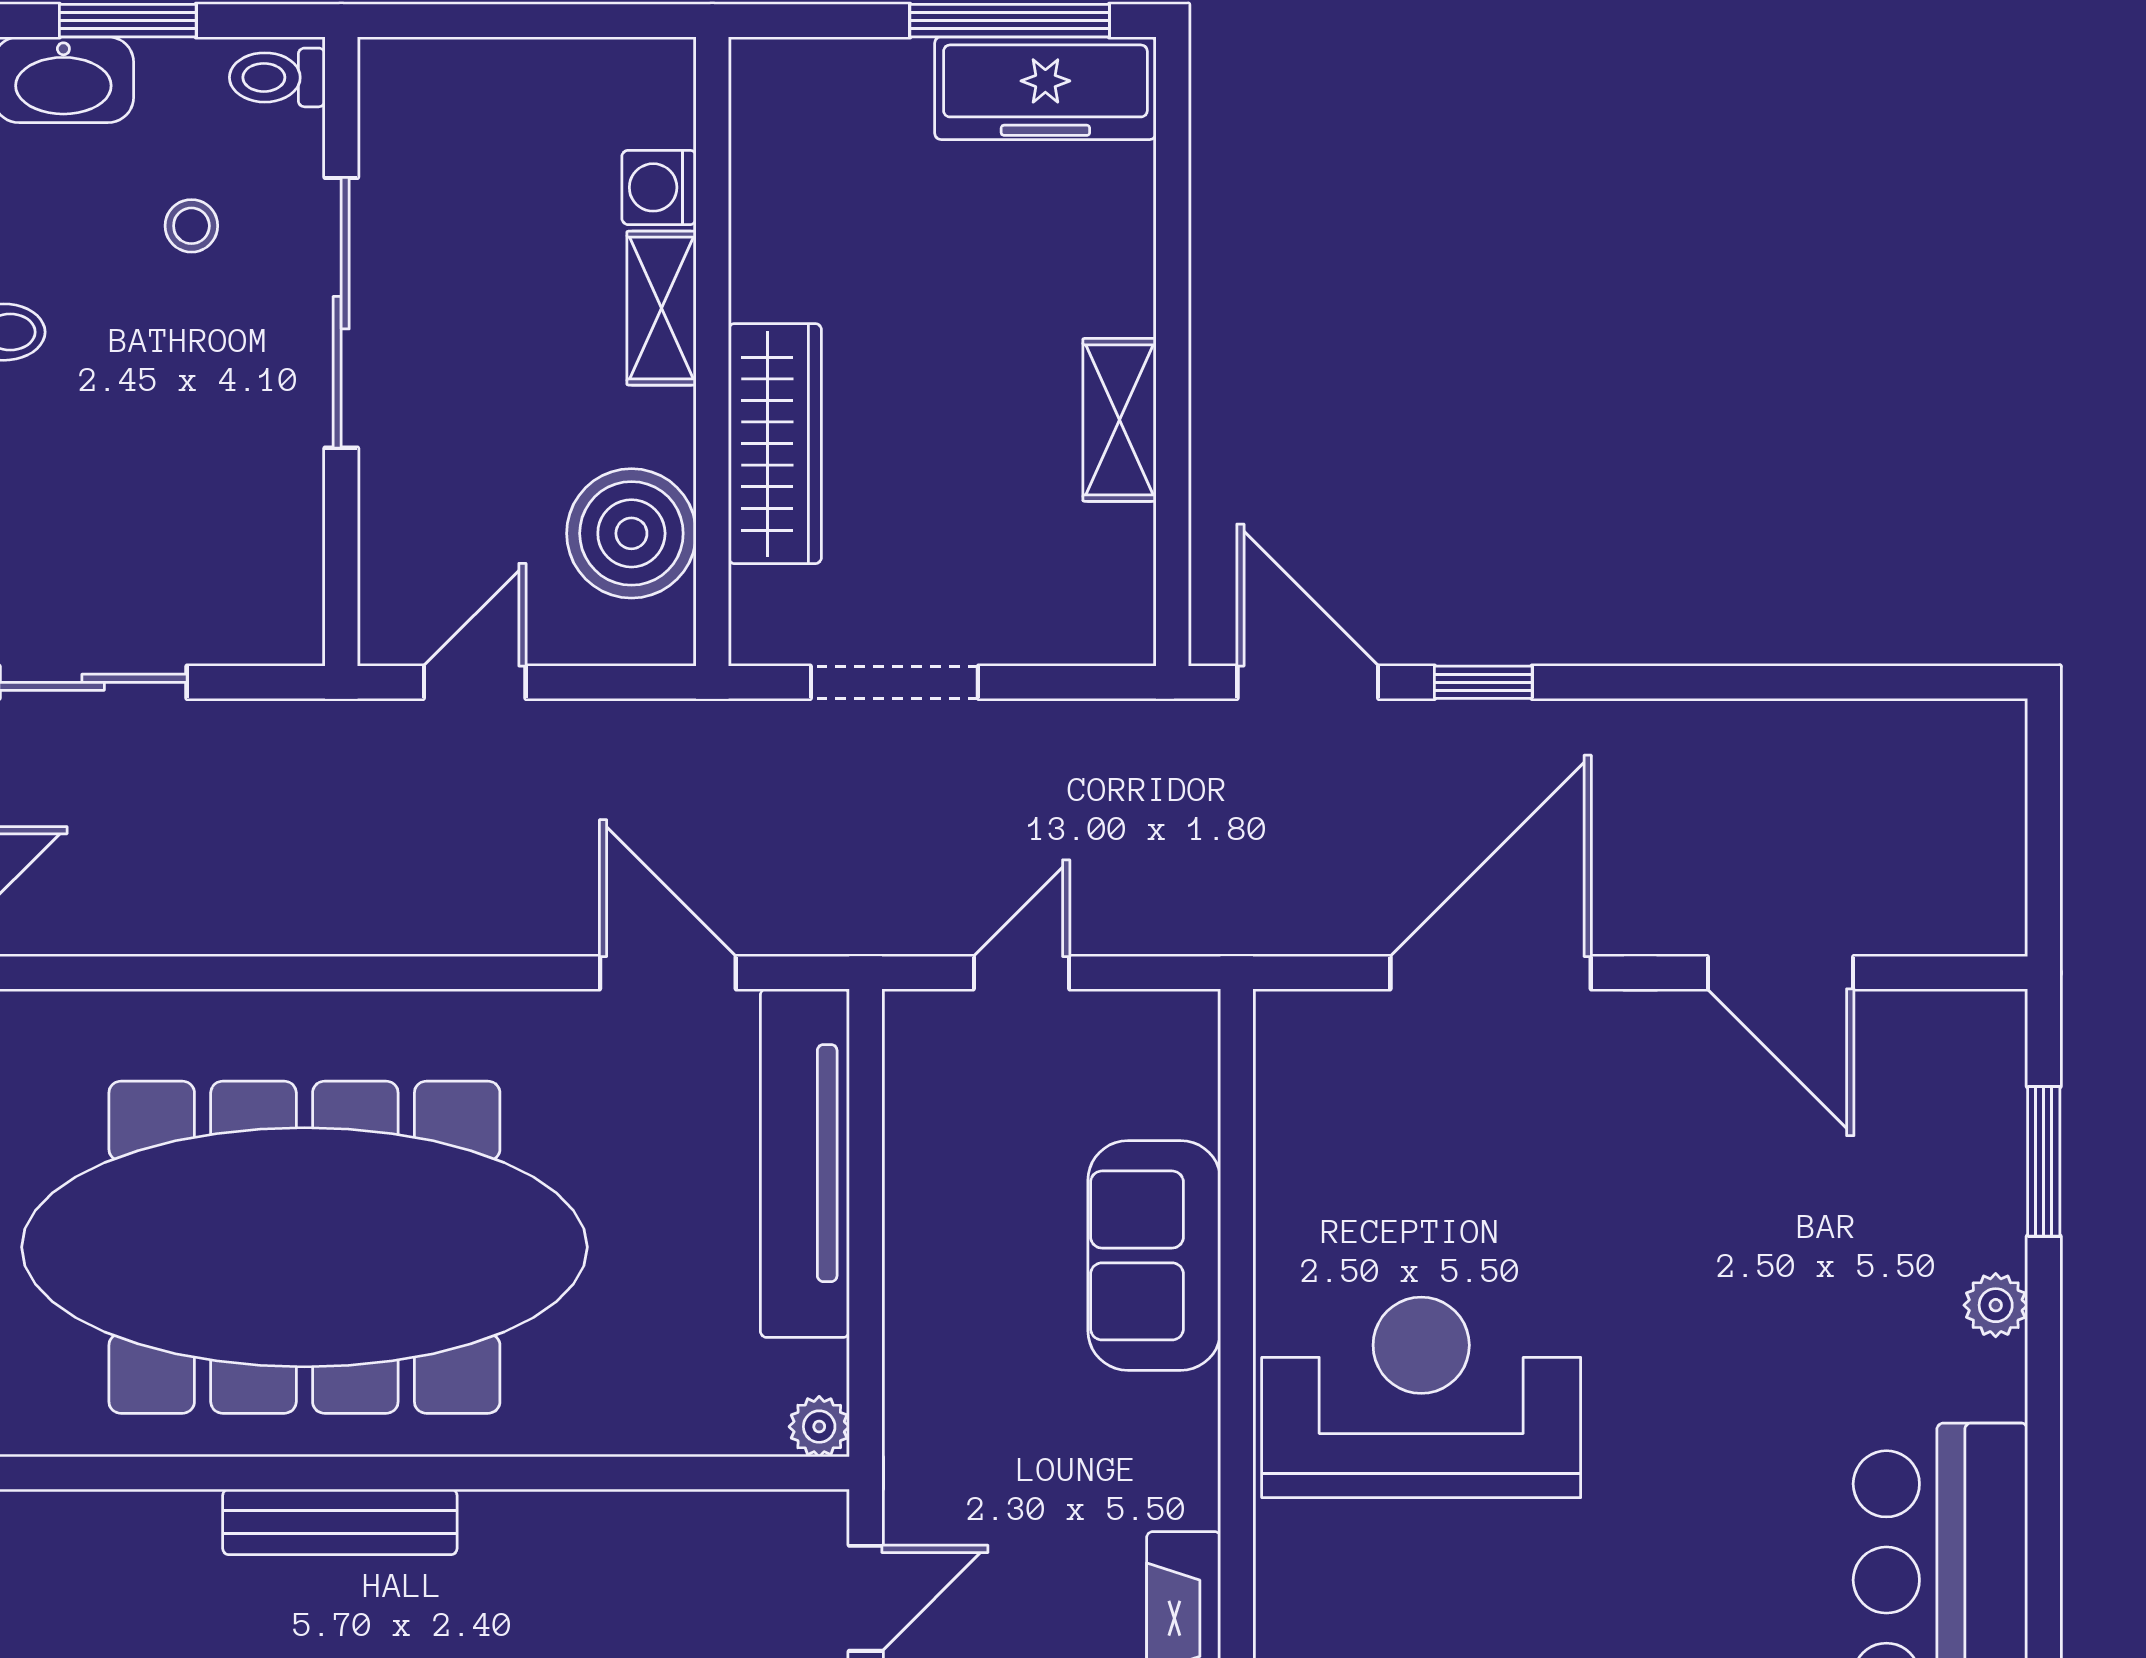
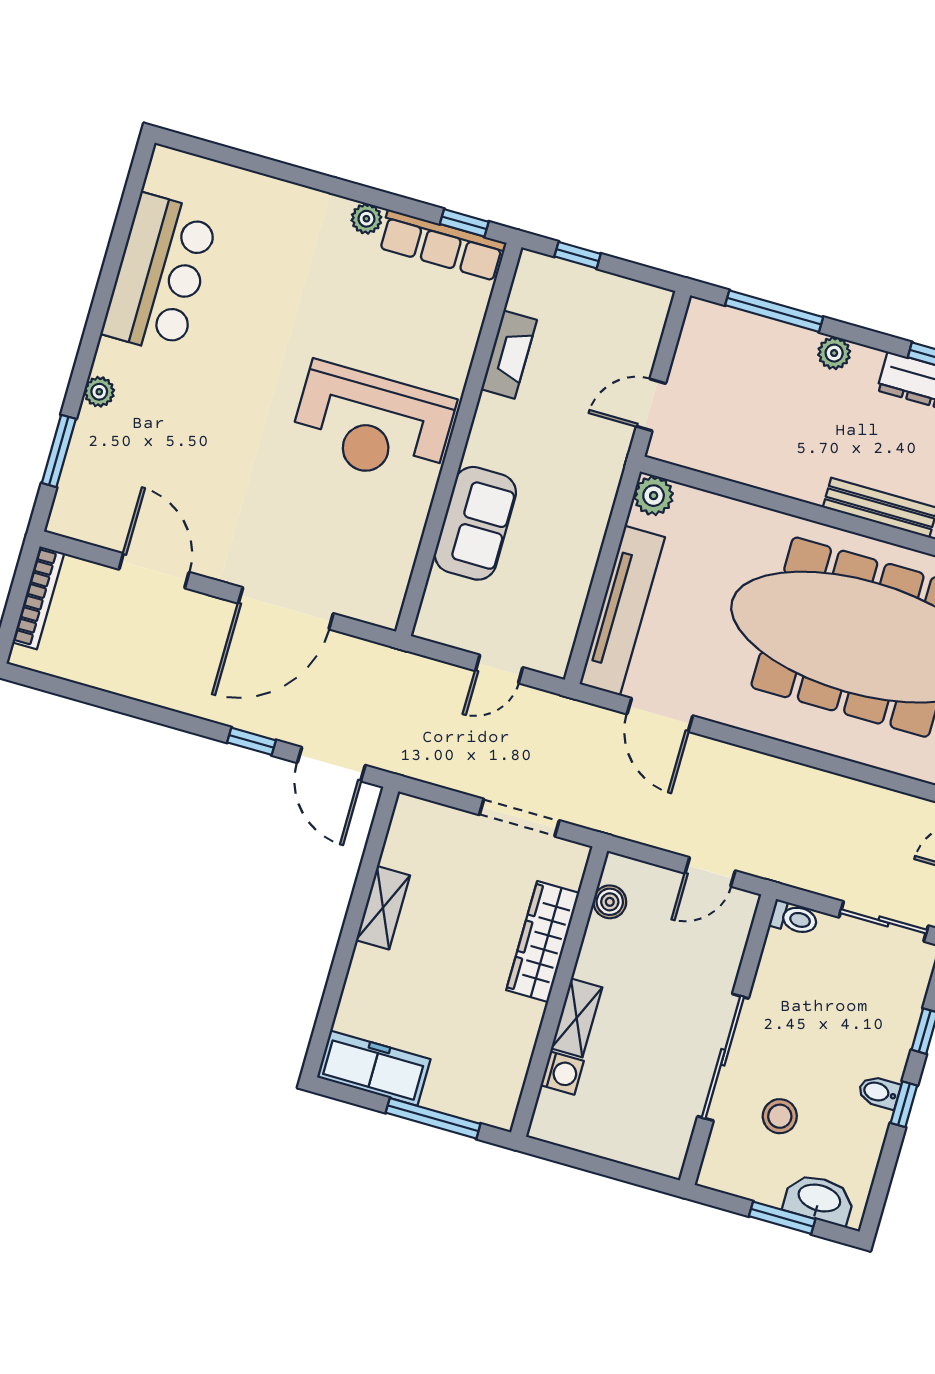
window: (1010, 21) -> (433, 1118), moved
toilet: (277, 77) -> (794, 918), moved
stool: (191, 226) -> (780, 1116), width x1.37, depth x1.37
boiler: (631, 533) -> (610, 902), width x0.54, depth x0.54
bookcase: (2000, 851) -> (38, 598), added
plant: (819, 1427) -> (654, 496), width x1.38, depth x1.38

